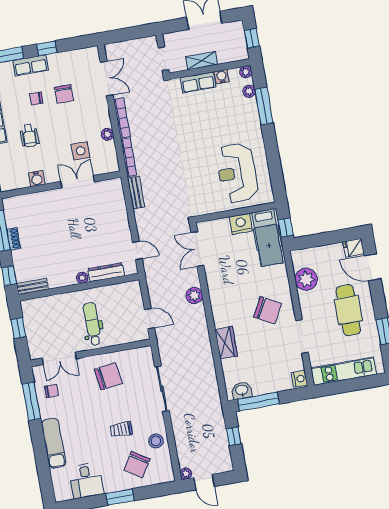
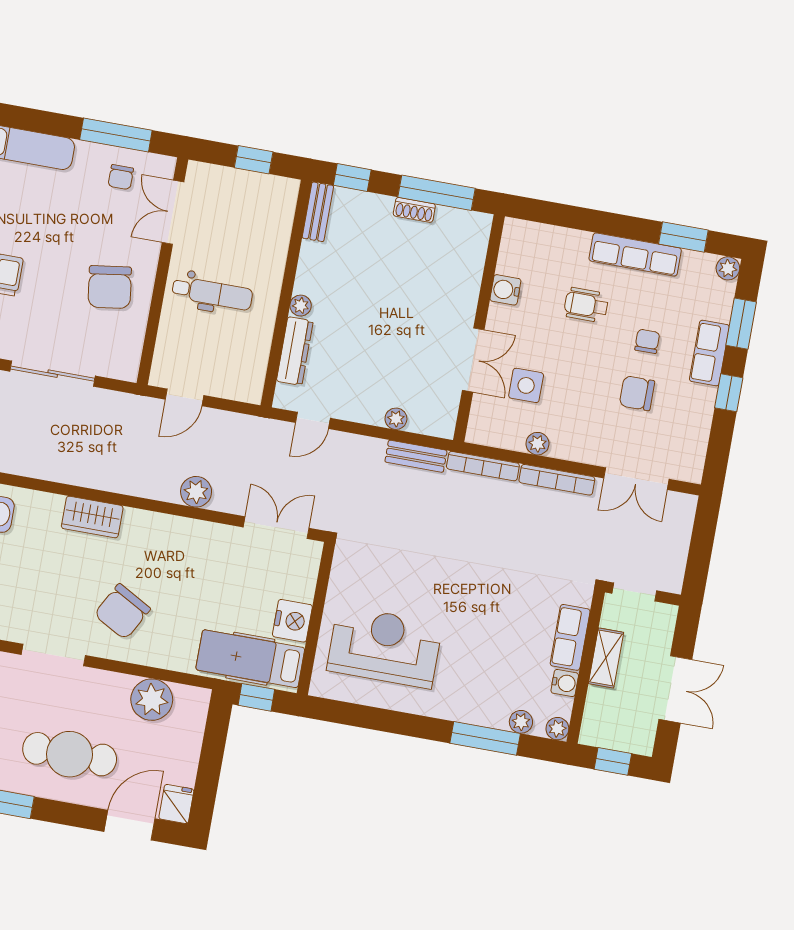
plant: (121, 209) -> (396, 419), added

